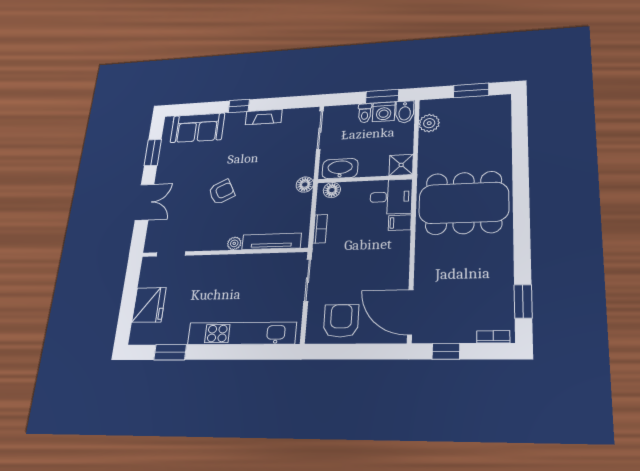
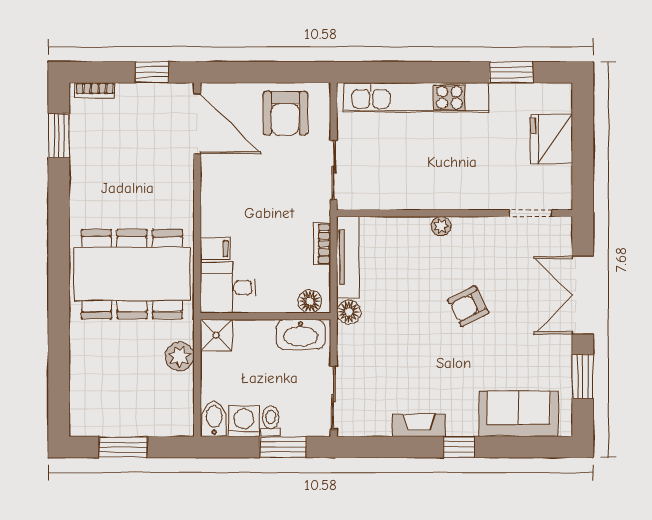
window: (382, 96) -> (283, 447), moved
plant: (429, 123) -> (180, 356), moved
double door: (145, 202) -> (583, 295), width x1.37
tv unit: (272, 241) -> (348, 257), moved, turned -90

